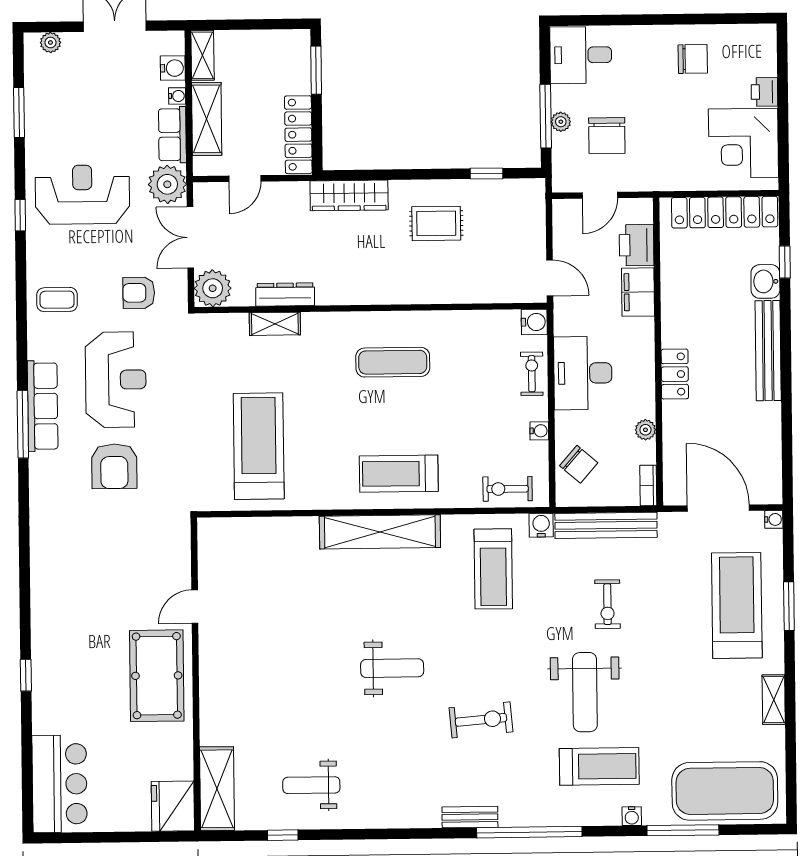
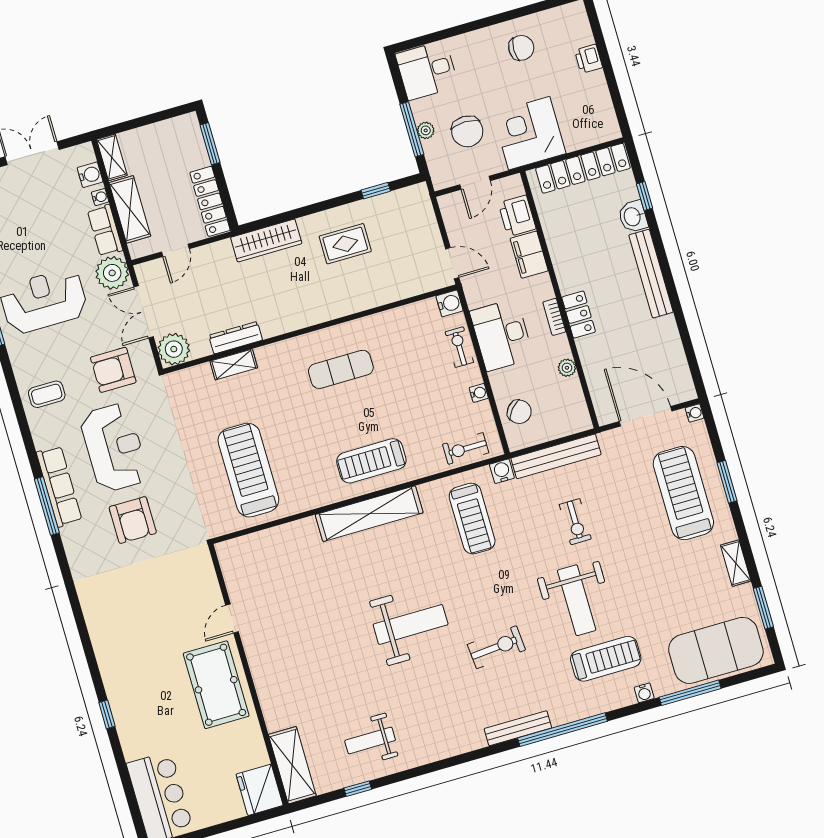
corner desk: (743, 143) -> (529, 133), moved, turned 90
armchair: (139, 293) -> (113, 370), width x1.38, depth x1.38
bookcase: (648, 485) -> (554, 317), moved
weight bench: (392, 668) -> (411, 624), width x1.36, depth x1.33
window: (791, 758) -> (763, 608), added
bench: (470, 817) -> (518, 728), width x1.36

